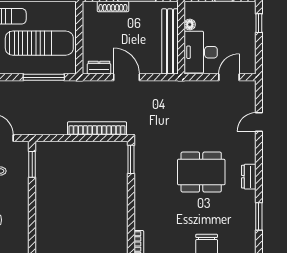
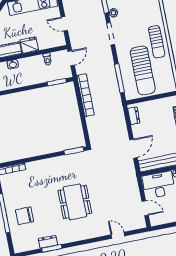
door: (126, 77) -> (133, 149), moved
bookcase: (97, 128) -> (85, 95), moved
dresser: (249, 177) -> (48, 242), moved

